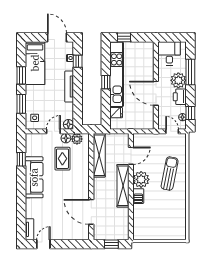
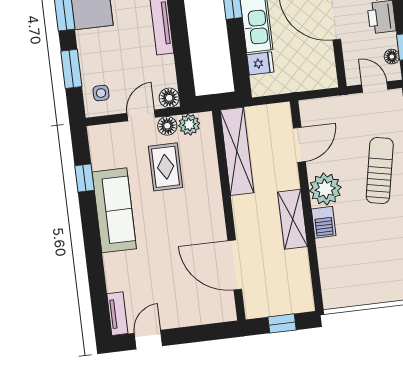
shelving: (123, 186) -> (293, 219), width x0.68

